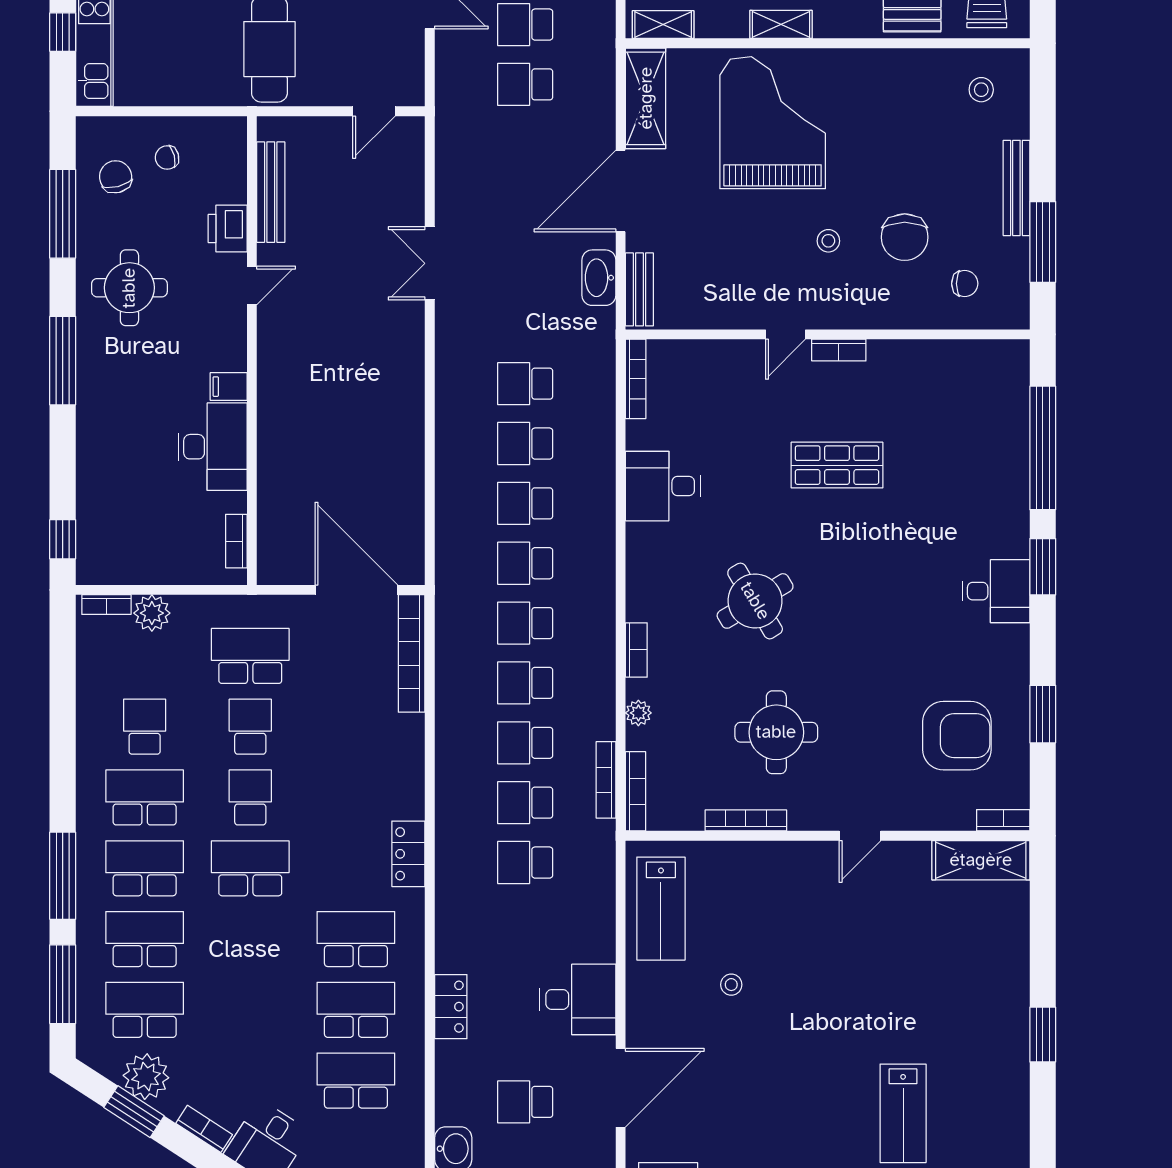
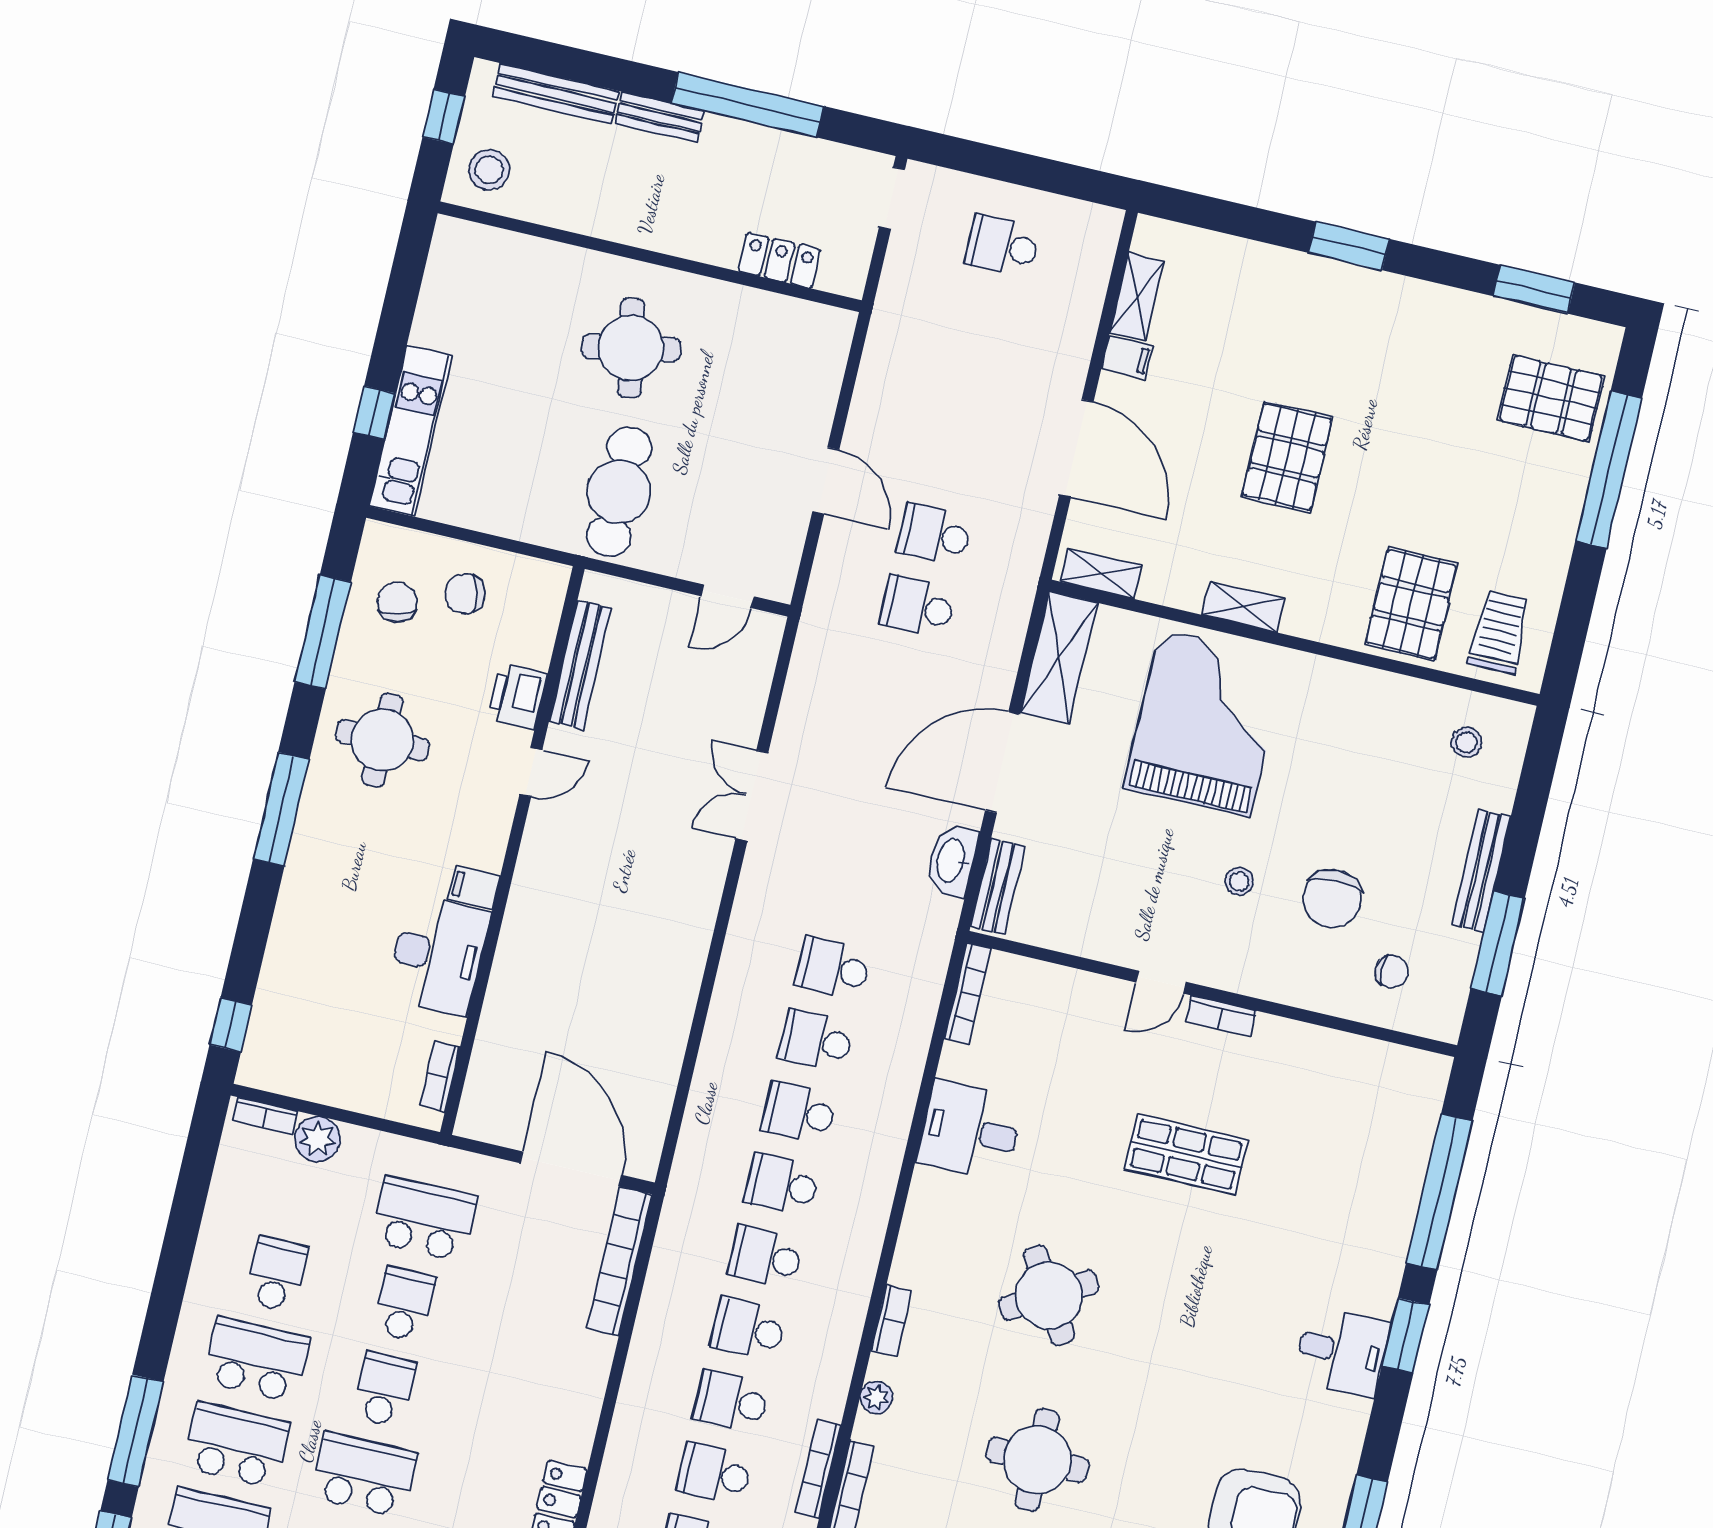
chair: (167, 158) -> (465, 594), width x1.37, depth x1.37

